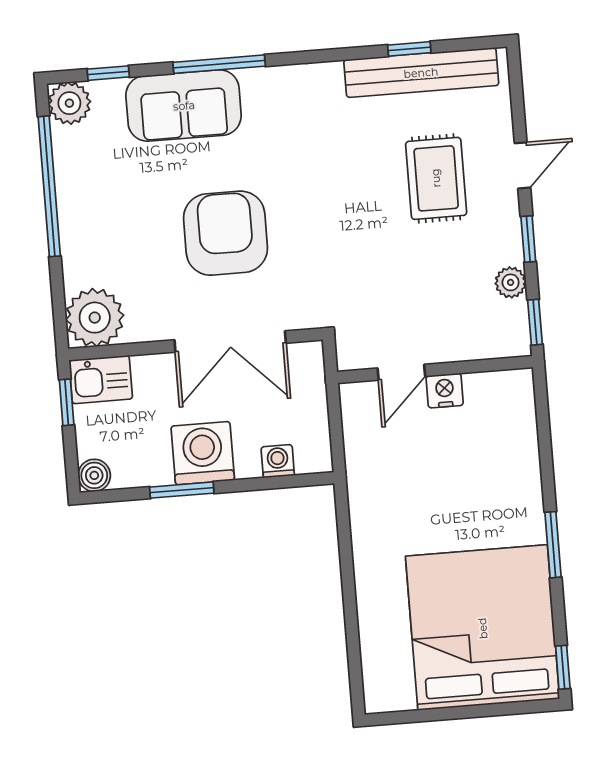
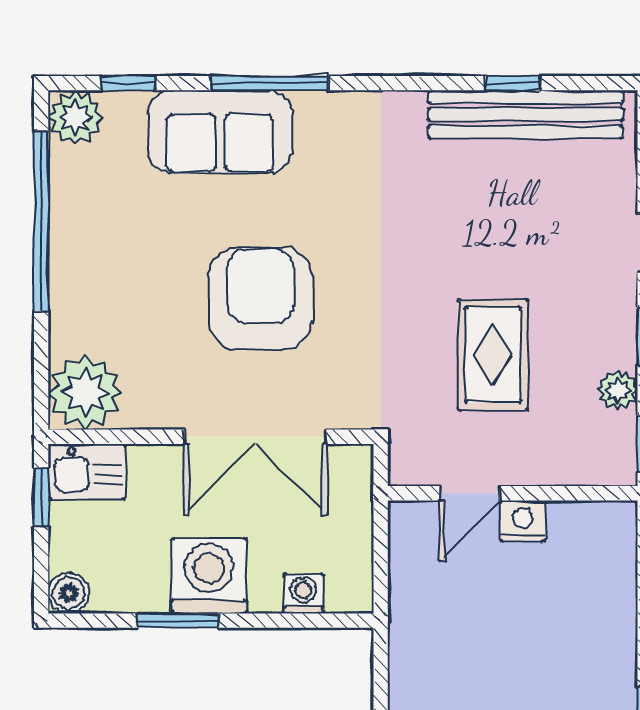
rug: (436, 178) -> (493, 355), moved

